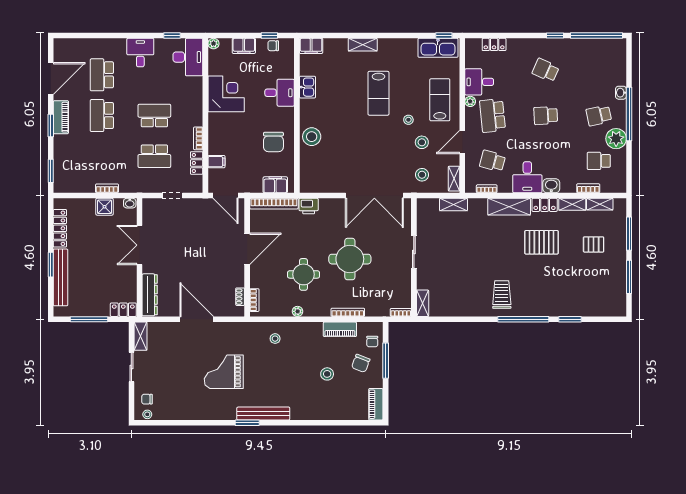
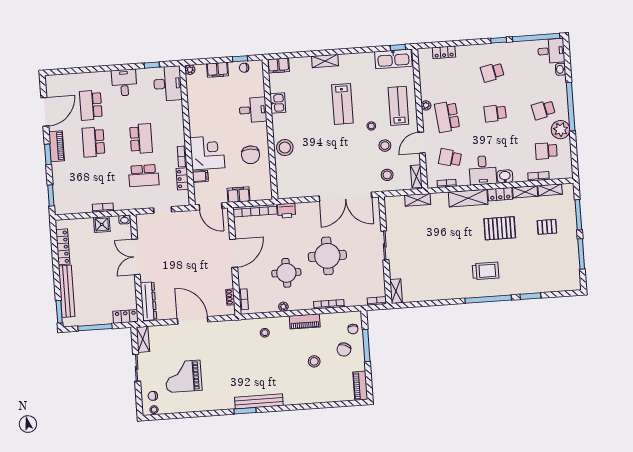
school desk: (546, 70) -> (492, 72), turned -36
desk: (479, 82) -> (551, 51), moved, turned 180
washbasin: (621, 93) -> (561, 69), moved
corner desk: (226, 94) -> (207, 153), moved
school desk: (154, 116) -> (141, 139), turned 90
filing cabinet: (275, 185) -> (239, 195), moved
window: (51, 265) -> (59, 312), moved
trolley: (502, 295) -> (486, 271), moved, turned 90
piano: (340, 329) -> (305, 321), moved
grand piano: (224, 372) -> (183, 376), moved

